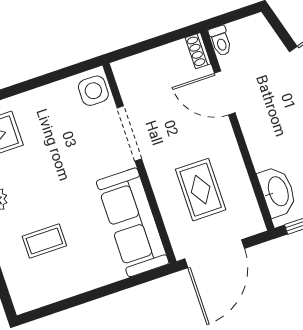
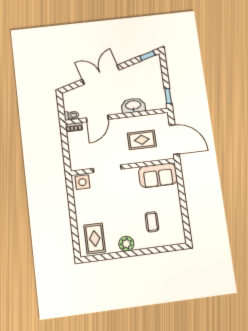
washbasin: (277, 192) -> (133, 105), moved
sofa: (133, 222) -> (158, 175), width x0.73

